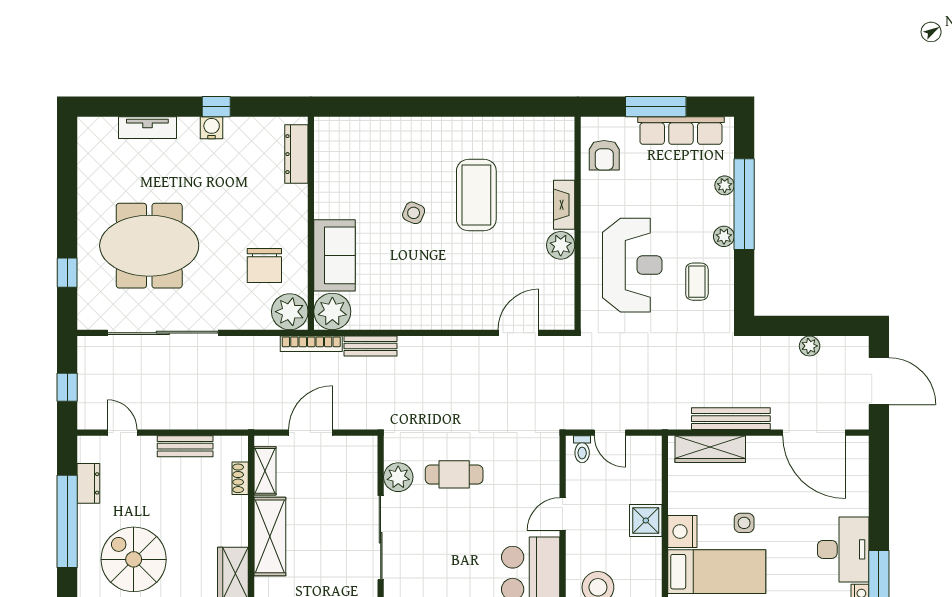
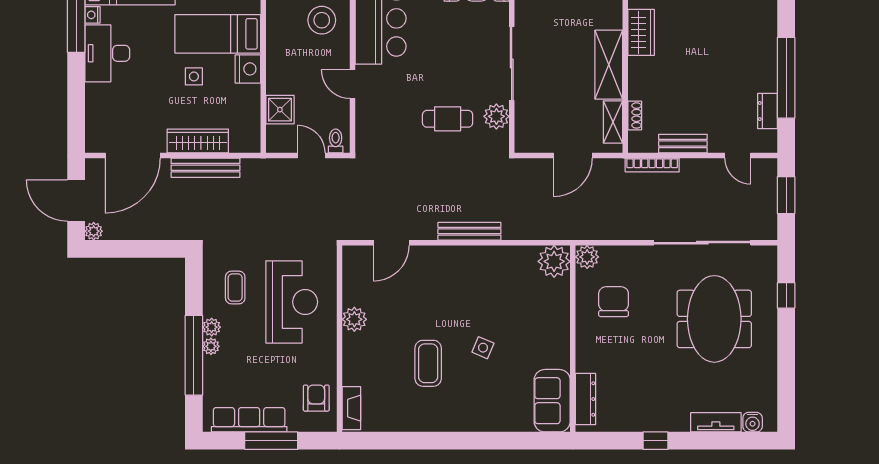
water cooler: (212, 128) -> (753, 422), moved
plant: (725, 185) -> (211, 346), moved
coffee table: (476, 195) -> (428, 363), width x0.73, depth x0.76
fireplace: (564, 205) -> (351, 408), moved
meeting table: (149, 246) -> (714, 319), turned 90
sofa: (335, 255) -> (552, 401), moved
reception desk: (632, 265) -> (292, 302), turned 180
plant: (290, 312) -> (587, 257), width x0.73, depth x0.73
bookcase: (311, 344) -> (652, 165), moved, turned 180
bench: (370, 346) -> (469, 231), moved, width x1.36
plant: (810, 346) -> (94, 231), moved
window: (67, 387) -> (786, 195), width x1.50
door: (814, 433) -> (133, 155), swing flipped
wardrobe: (710, 449) -> (198, 141), moved
door: (563, 514) -> (353, 84), swing flipped
shower: (646, 521) -> (280, 110), moved
spiral stairs: (134, 559) -> (728, 45), removed

